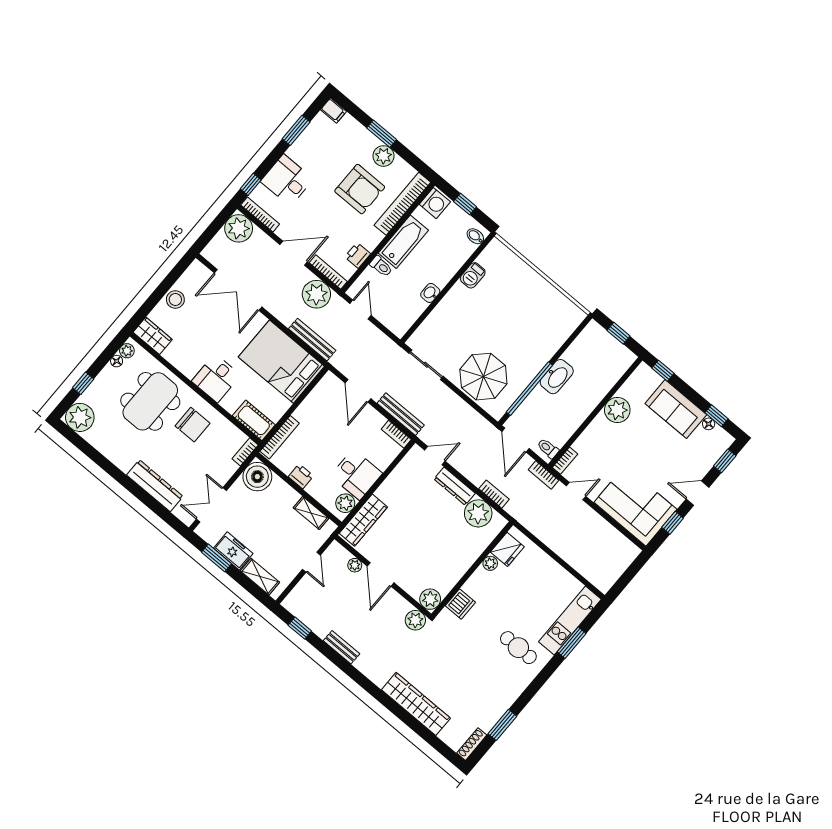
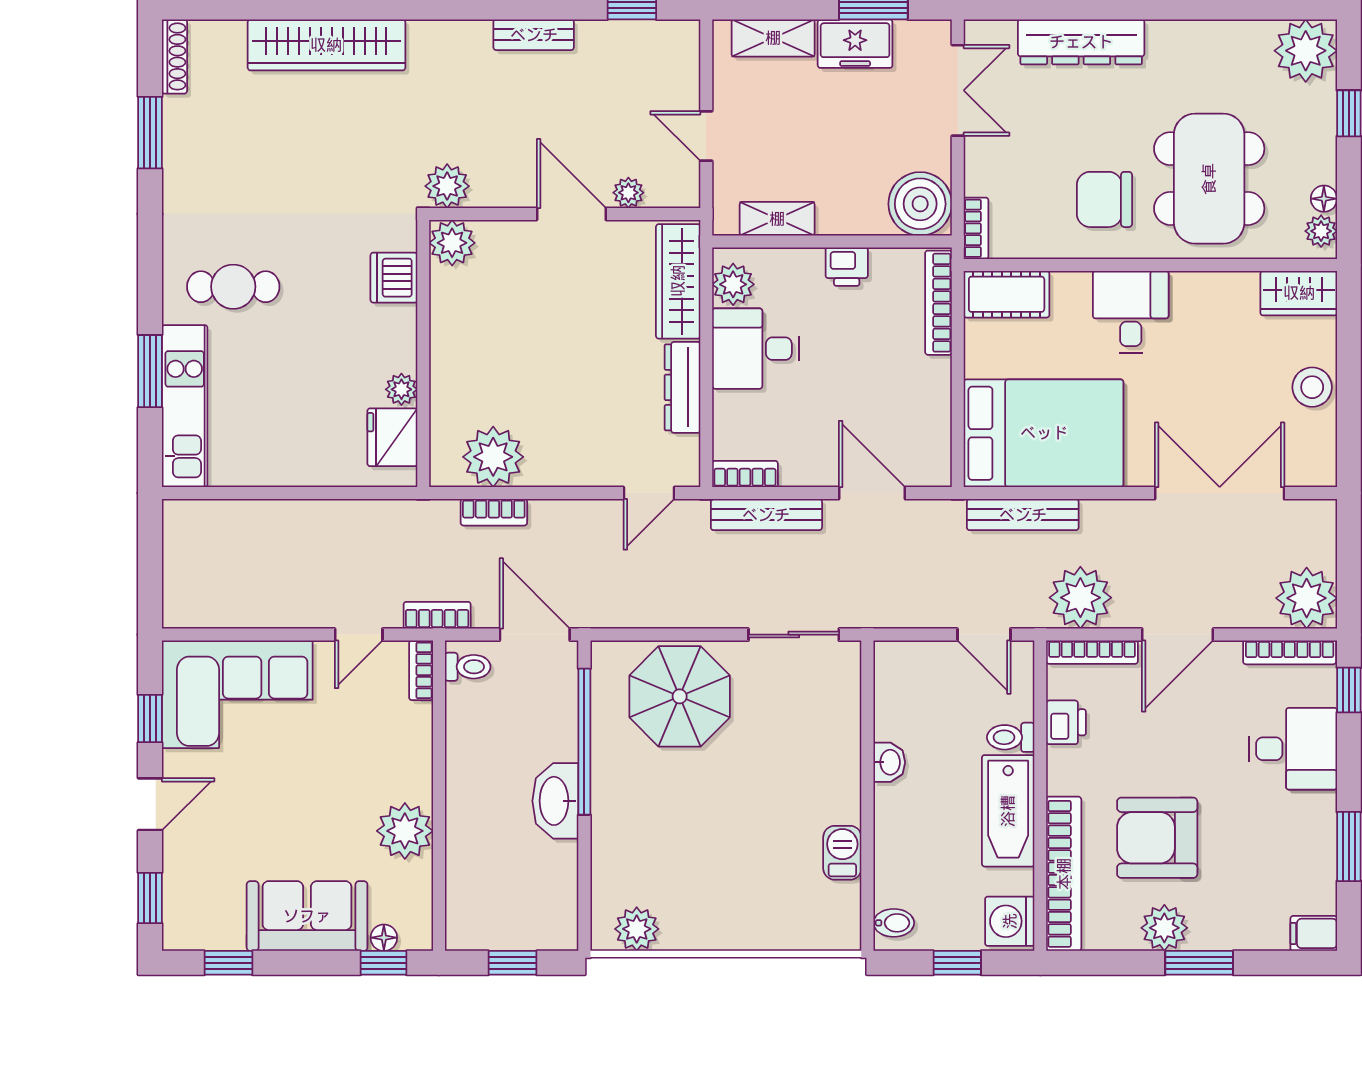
plant: (566, 309) -> (637, 929), added
floor lamp: (709, 424) -> (384, 938), moved
dresser: (455, 486) -> (683, 387), moved, turned -90

